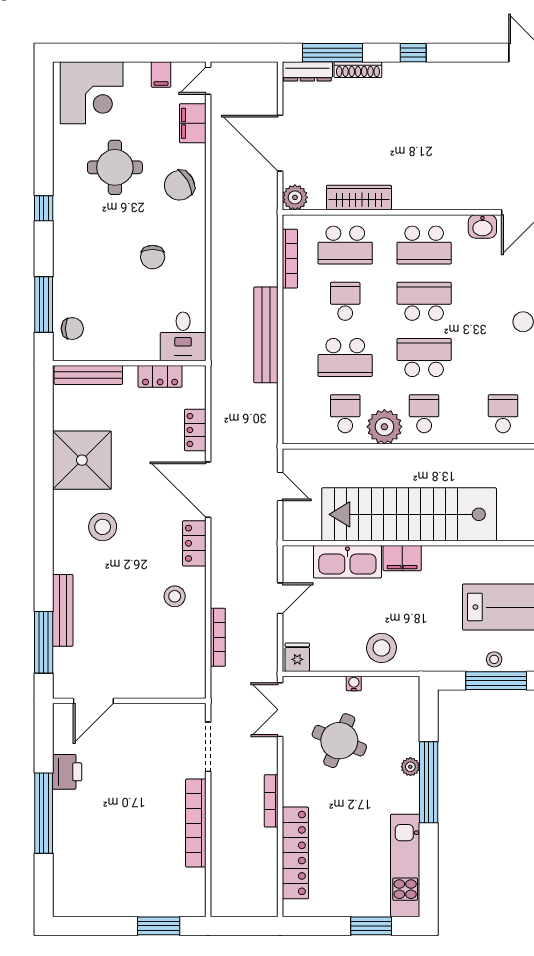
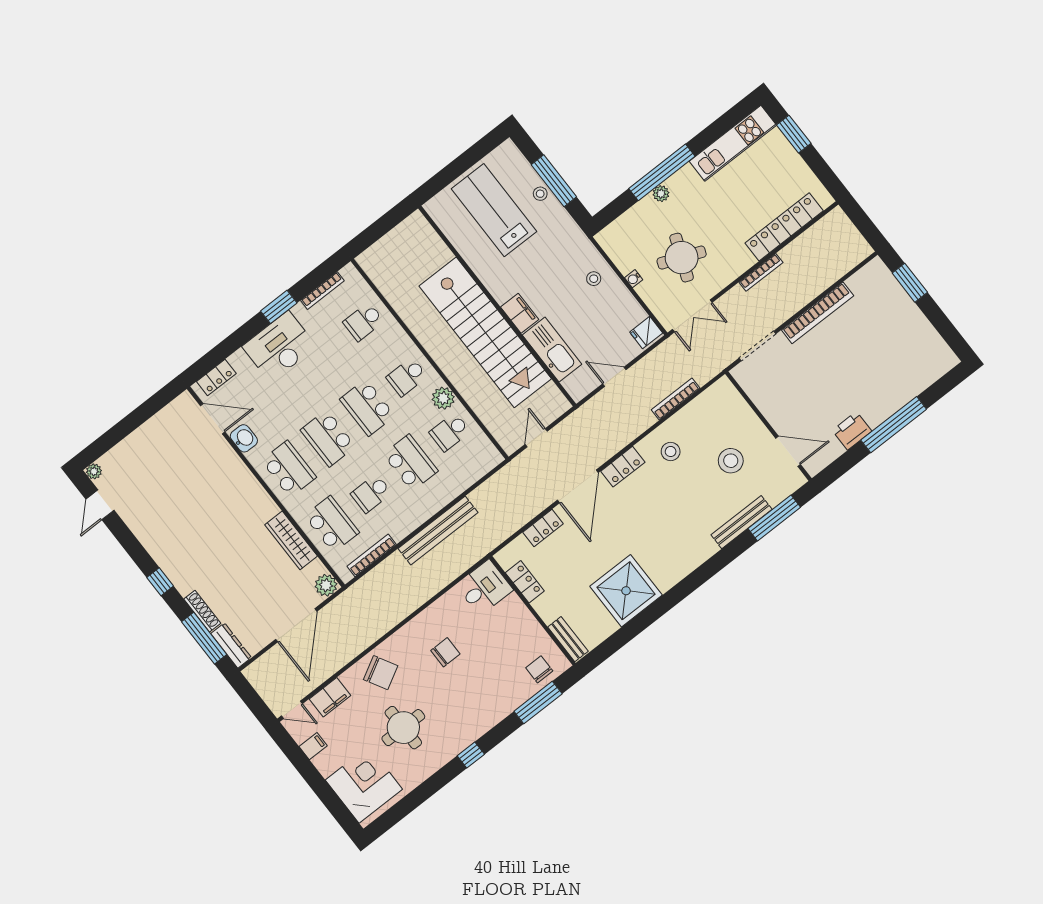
bench: (88, 375) -> (568, 639), width x0.73
plant: (384, 427) -> (443, 398), width x0.73, depth x0.73
stool: (103, 527) -> (731, 461), moved
stool: (382, 648) -> (594, 279), width x0.53, depth x0.53

